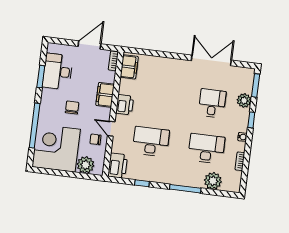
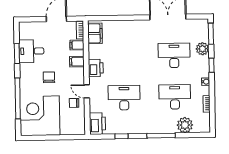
desk: (58, 71) -> (31, 51), width x0.73
filing cabinet: (108, 77) -> (77, 45), added
filing cabinet: (105, 95) -> (77, 62), width x0.50
desk: (212, 103) -> (174, 55), width x1.37
plant: (86, 165) -> (68, 127), removed

